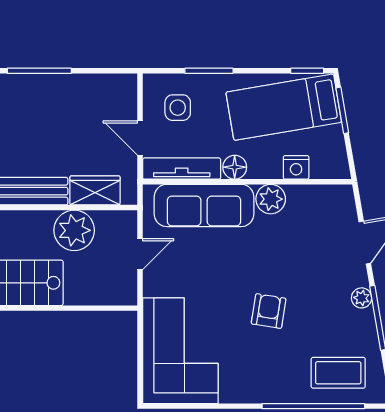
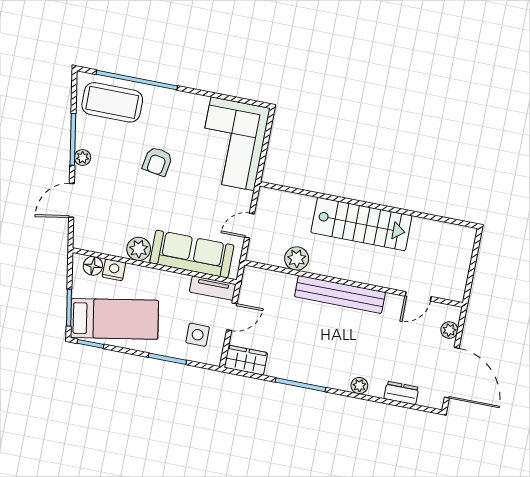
door: (140, 138) -> (232, 317), hinge flipped
floor lamp: (235, 167) -> (93, 266), moved
tv unit: (182, 169) -> (213, 288), width x0.71
wardrobe: (95, 190) -> (246, 360), moved, turned 180
plant: (74, 230) -> (297, 259), width x0.73, depth x0.73
coffee table: (338, 373) -> (112, 102), width x1.36, depth x1.32

